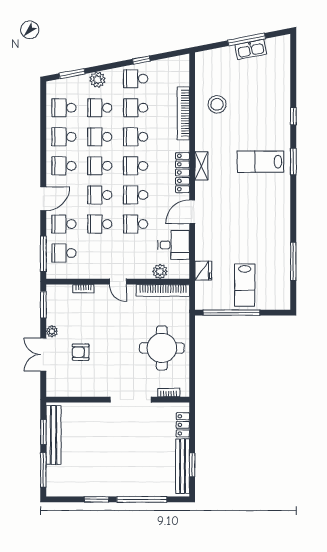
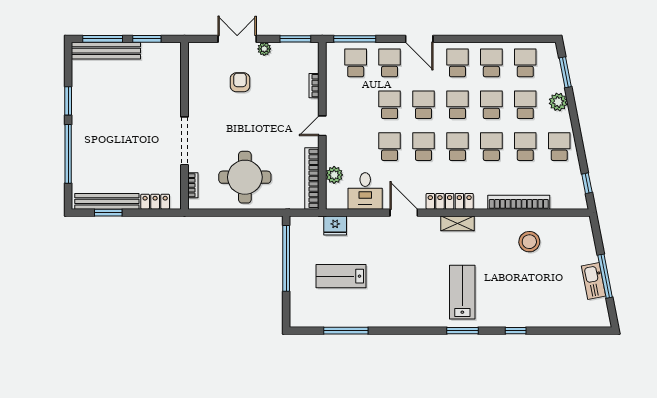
window: (141, 60) -> (587, 183), moved
lab bench: (245, 285) -> (341, 276), moved
bench: (53, 435) -> (106, 51), moved

